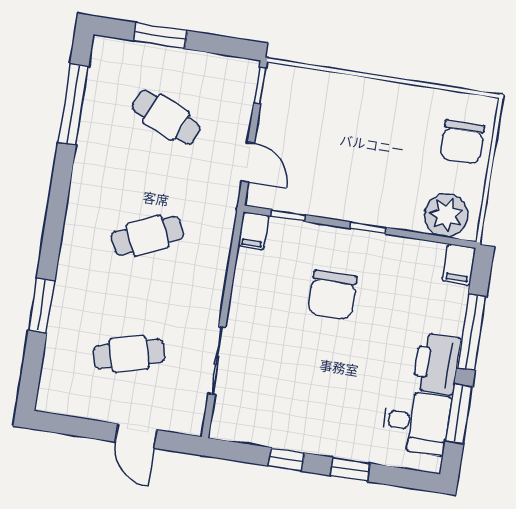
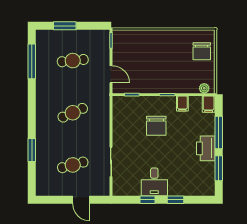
cafe table: (166, 117) -> (73, 61), turned -30
plant: (446, 215) -> (204, 88), width x0.53, depth x0.53
filing cabinet: (254, 231) -> (182, 104), moved
desk: (416, 422) -> (154, 182), moved, turned 90

